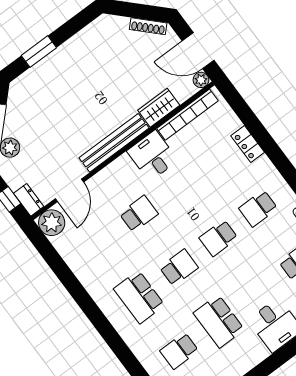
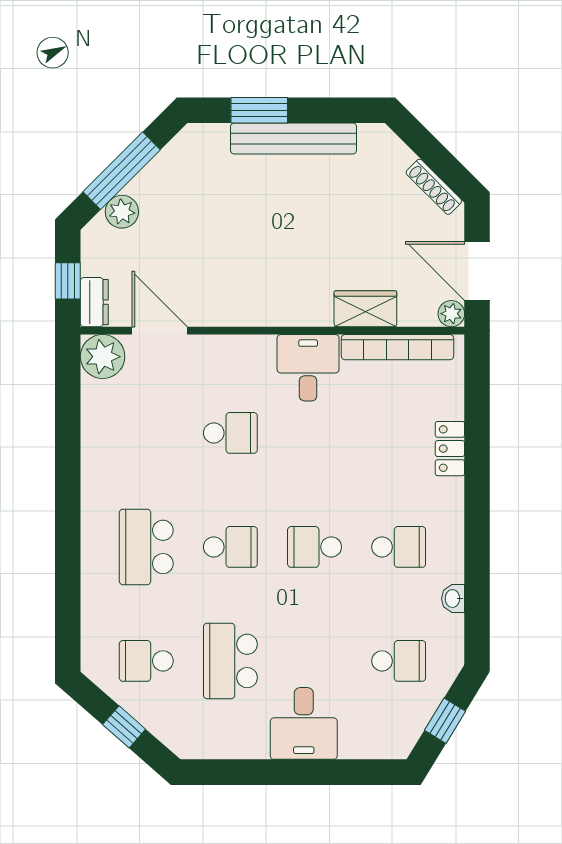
bench: (114, 143) -> (294, 138), moved
door: (69, 190) -> (160, 331), swing flipped
school desk: (258, 208) -> (399, 547), turned 180

